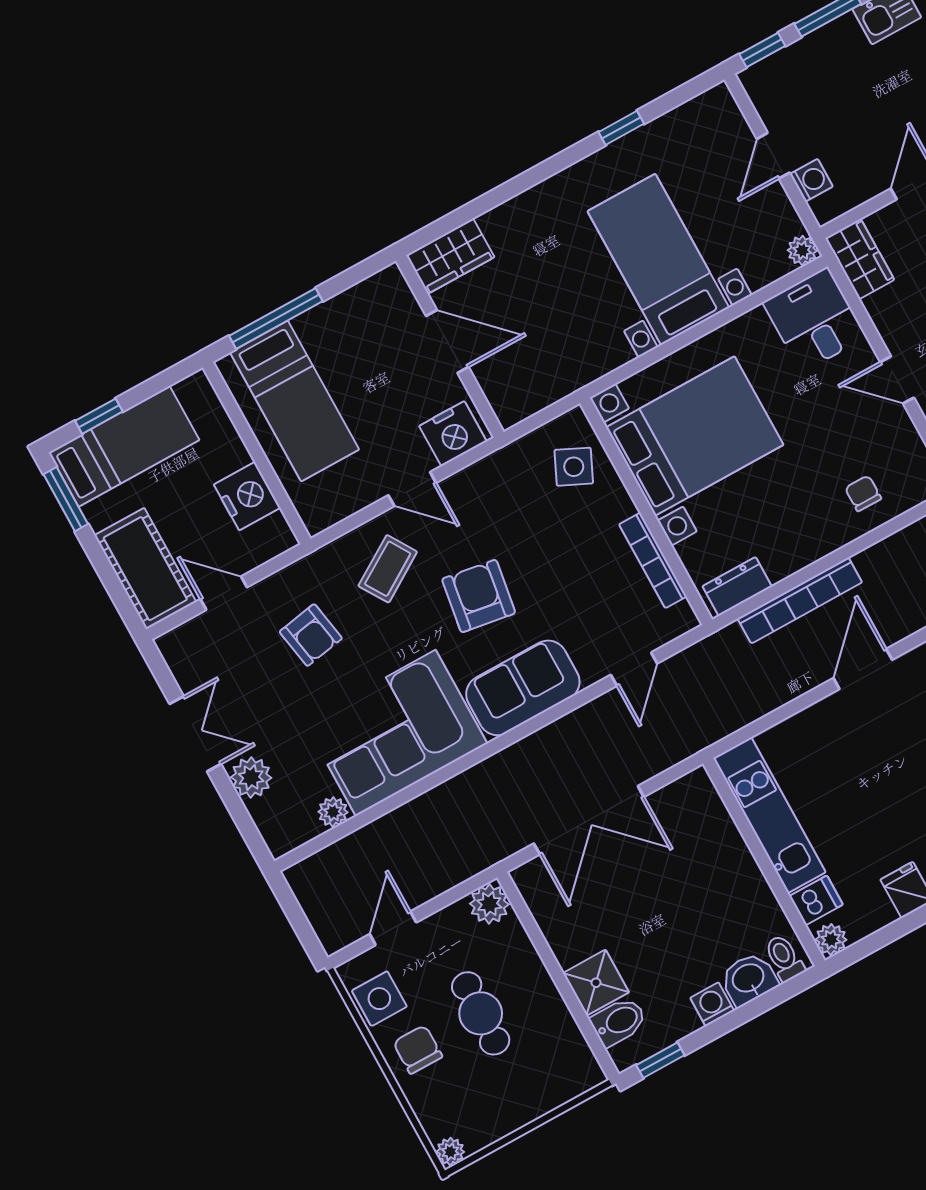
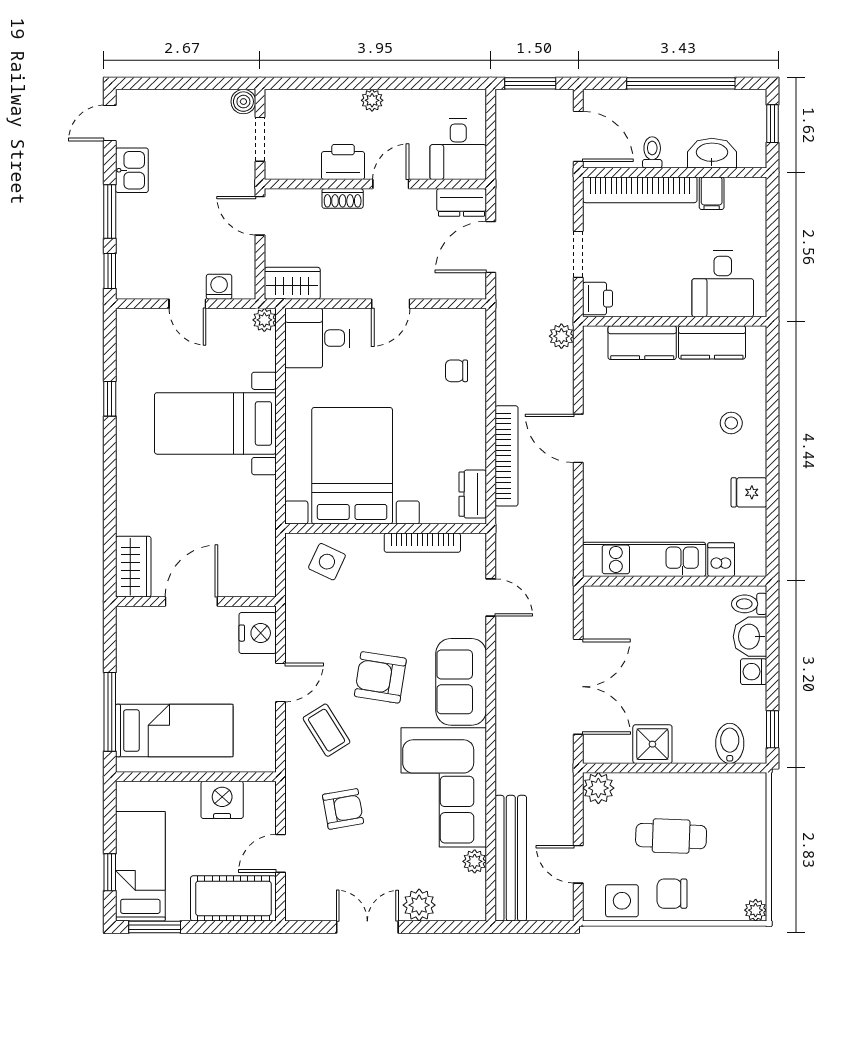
bench: (359, 850) -> (511, 858), added
plant: (831, 940) -> (754, 564), removed
shower: (596, 983) -> (652, 744), moved

